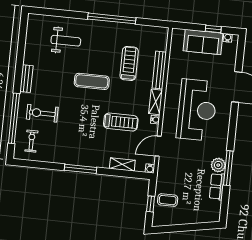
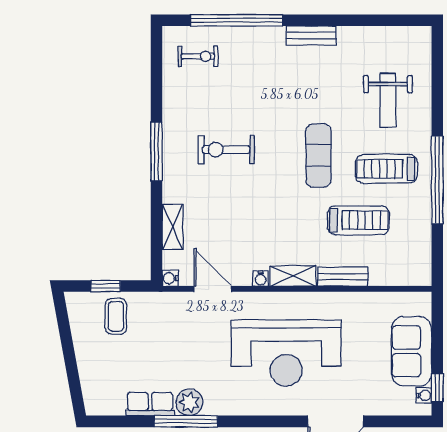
window: (213, 29) -> (437, 387), moved
bench: (159, 70) -> (343, 277), width x0.73
exercise bike: (42, 113) -> (226, 150), moved, turned -90
treadmill: (121, 122) -> (386, 169), moved, turned 90

